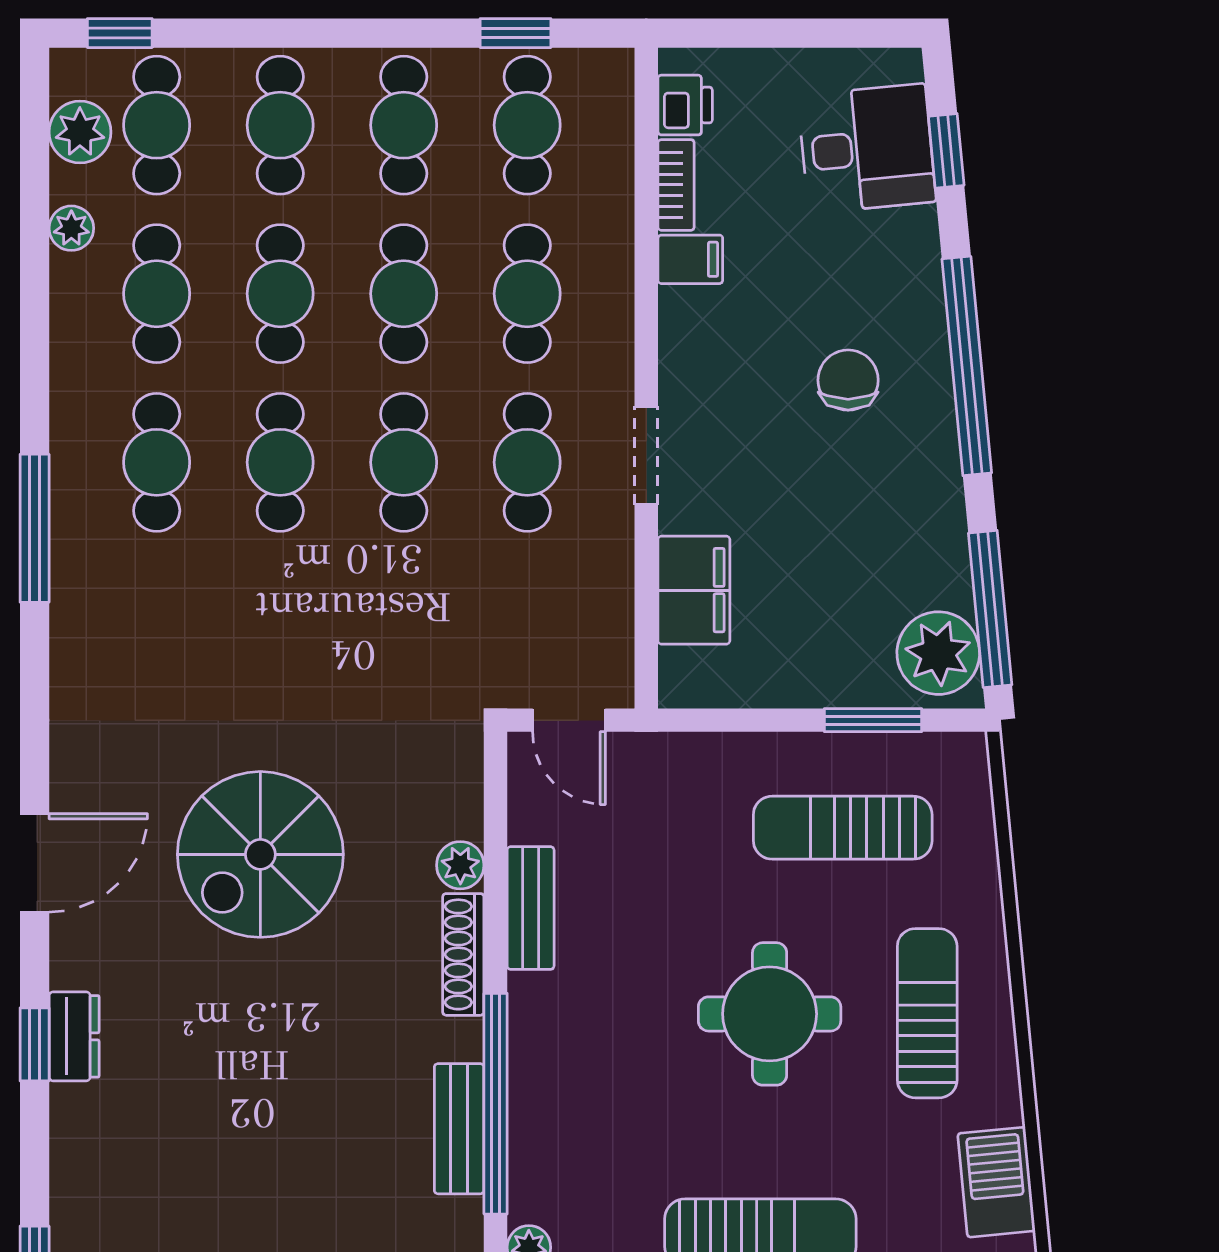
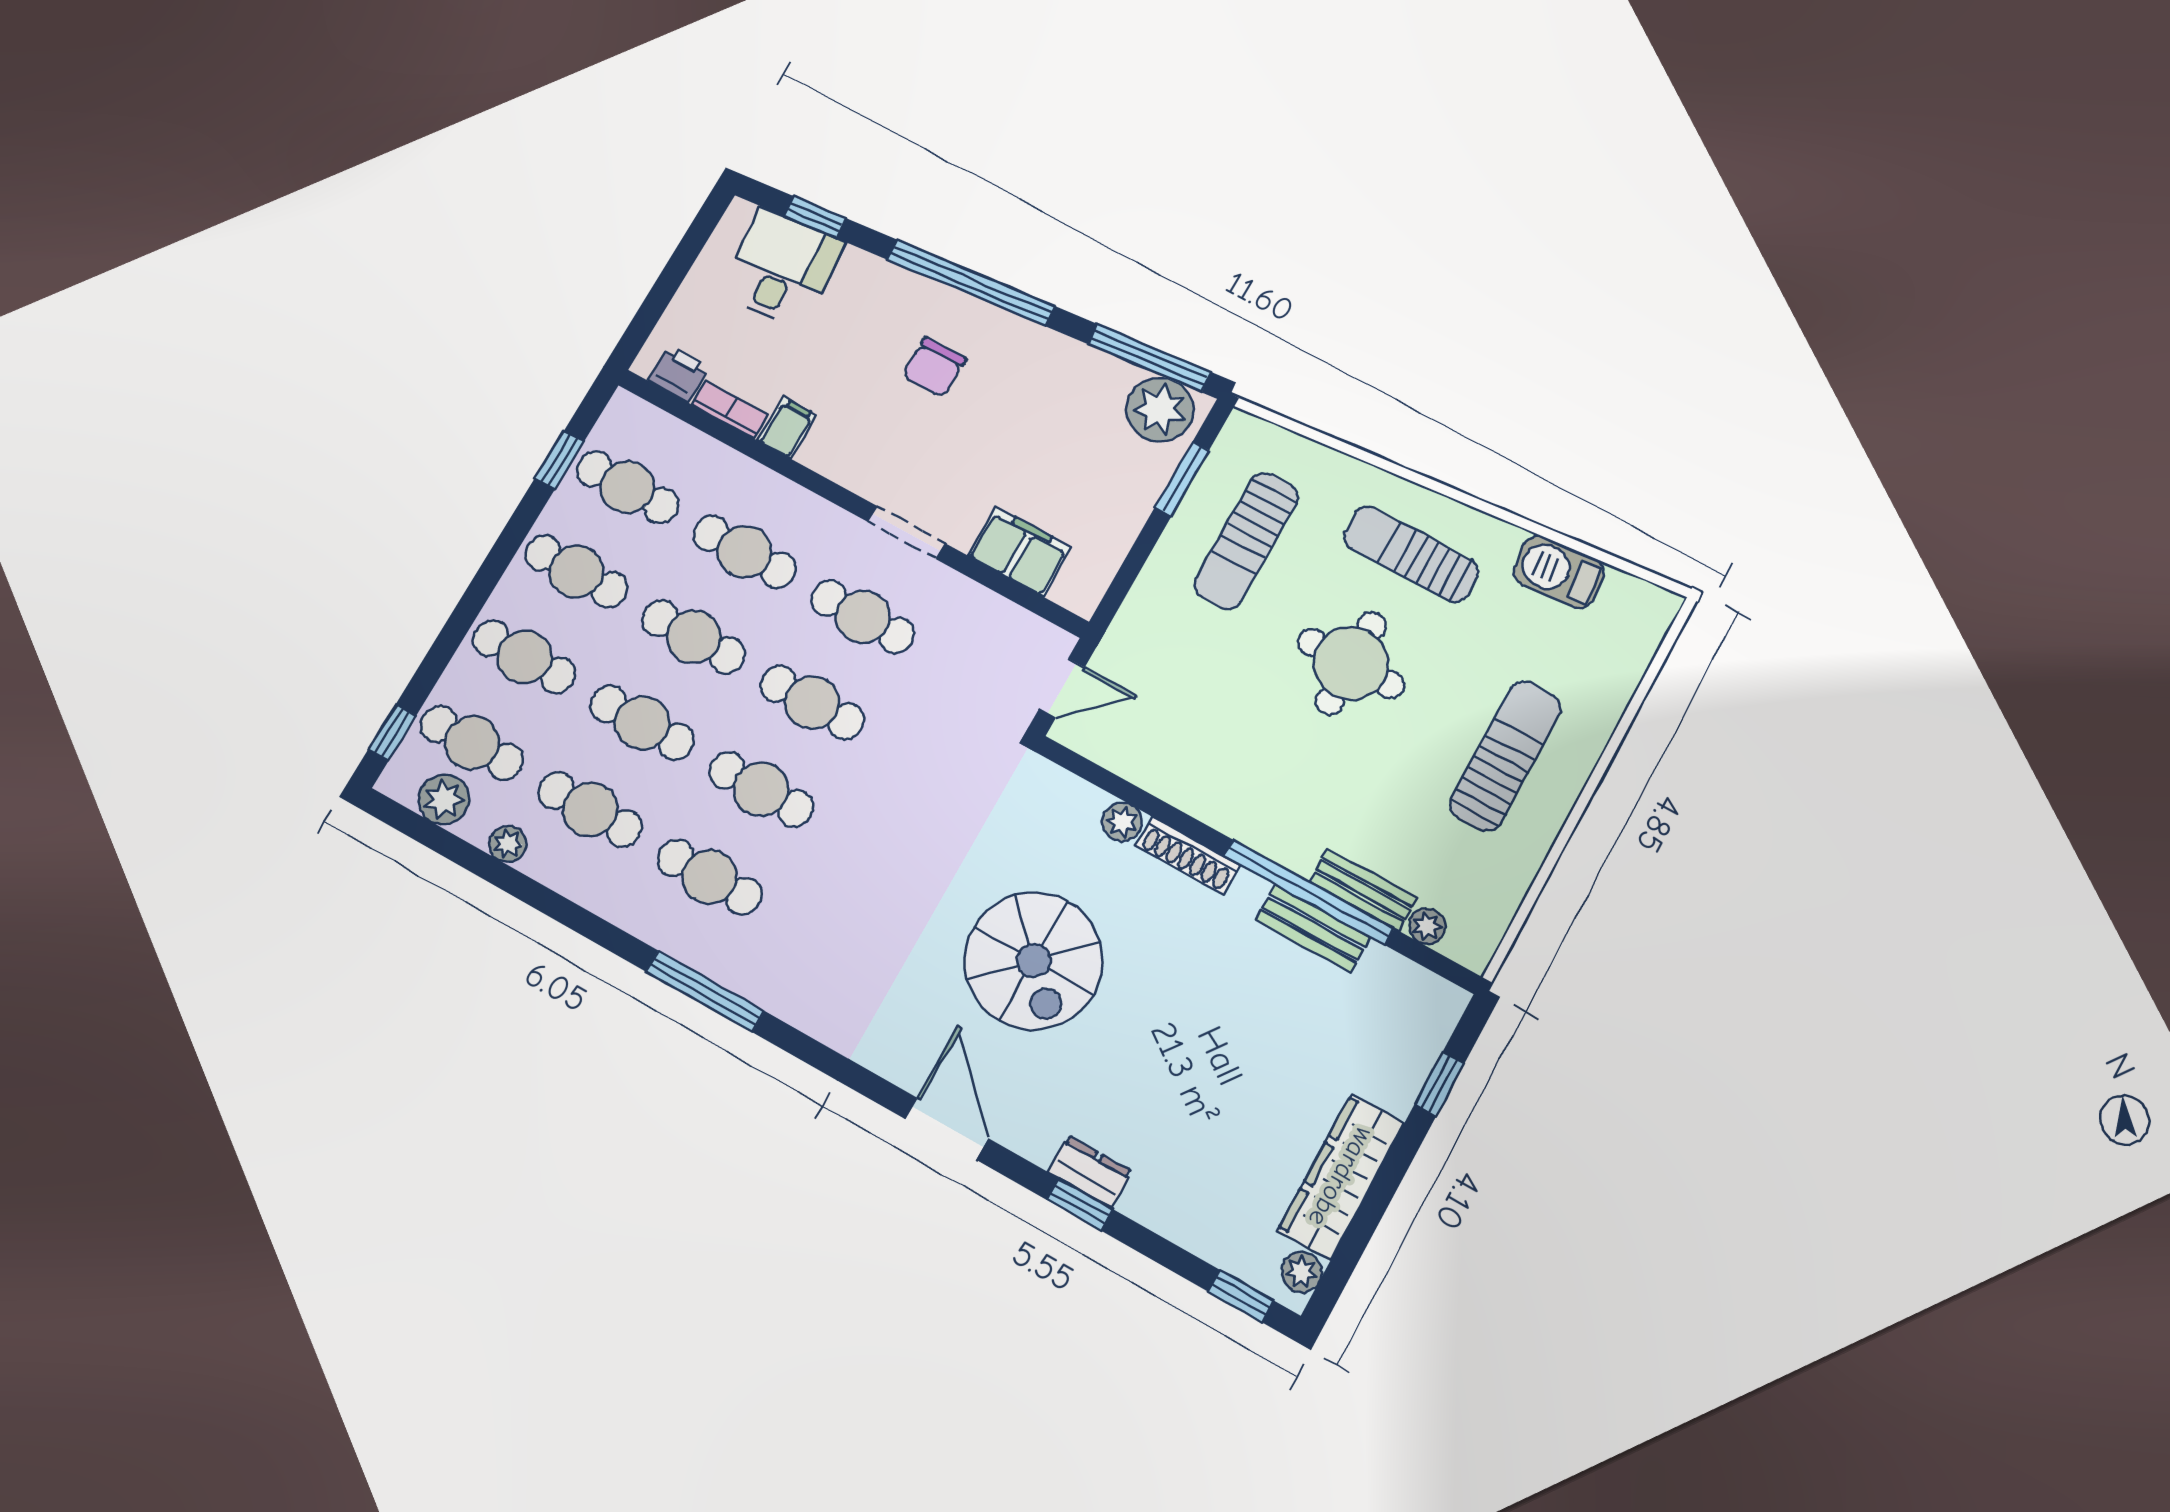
chair: (848, 380) -> (934, 367), turned -90
bench: (531, 908) -> (1363, 890), moved

